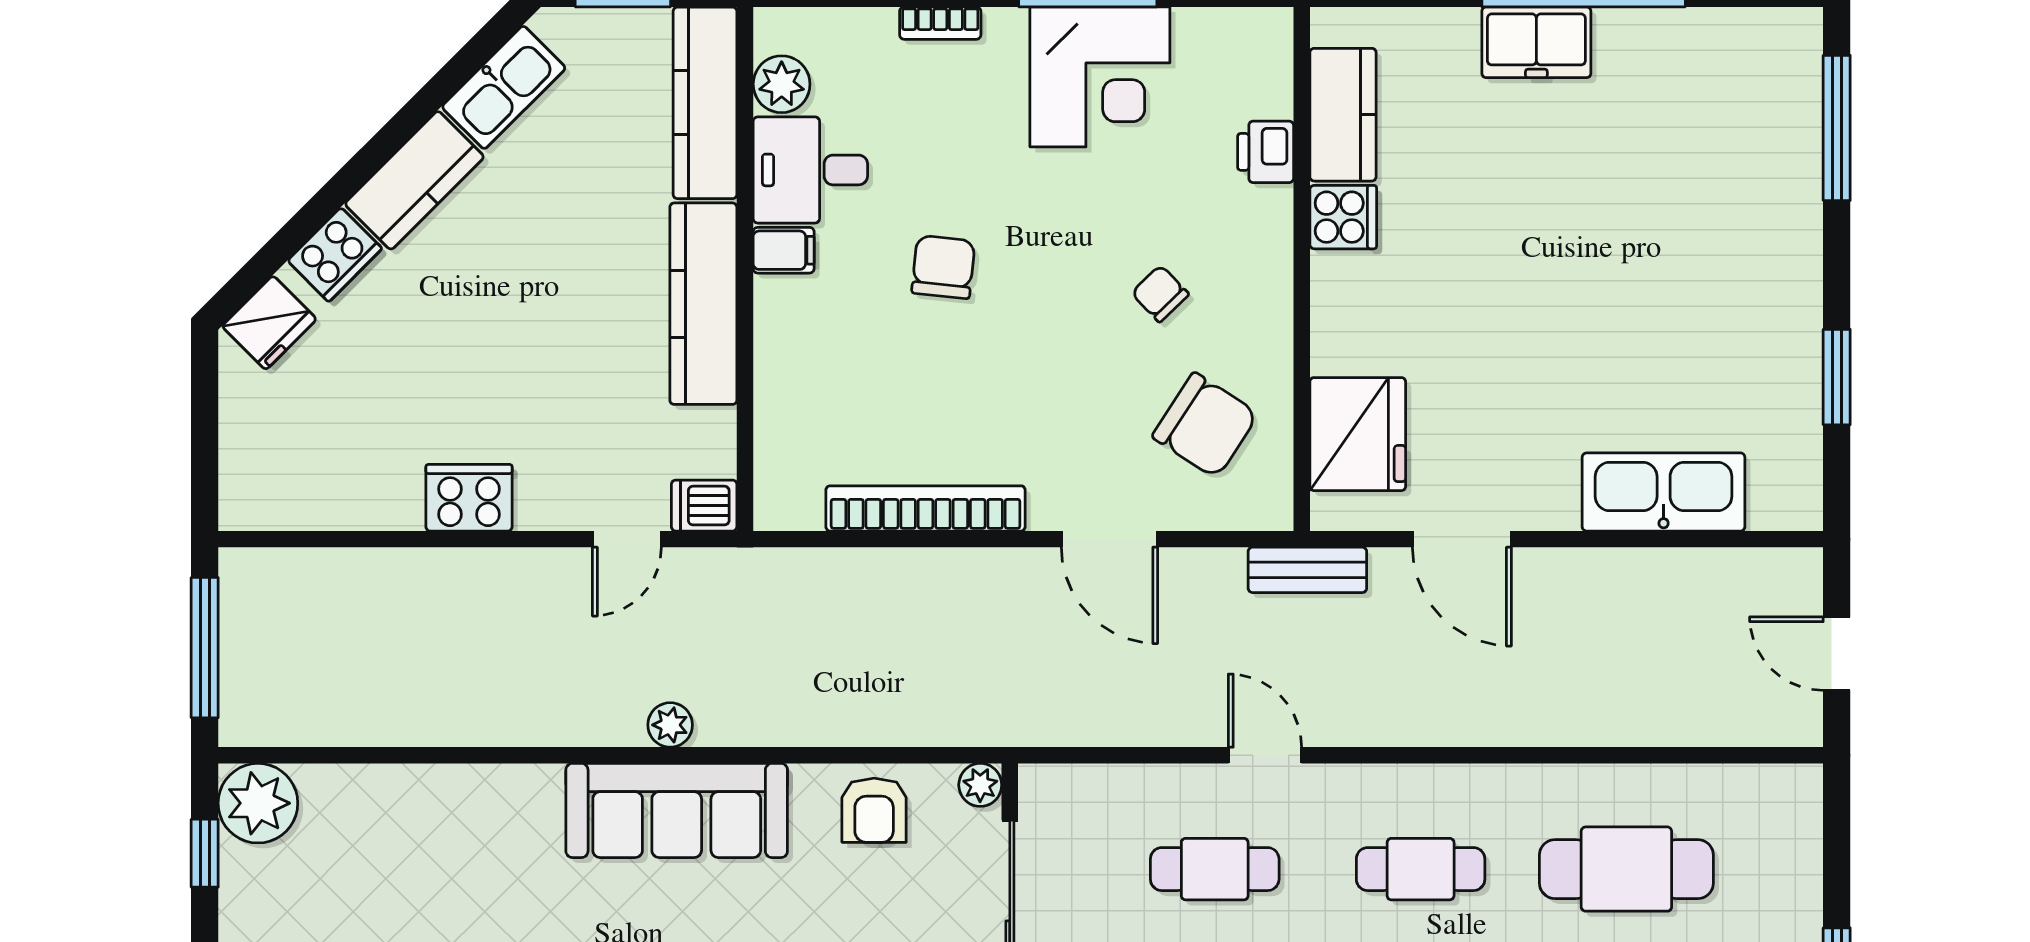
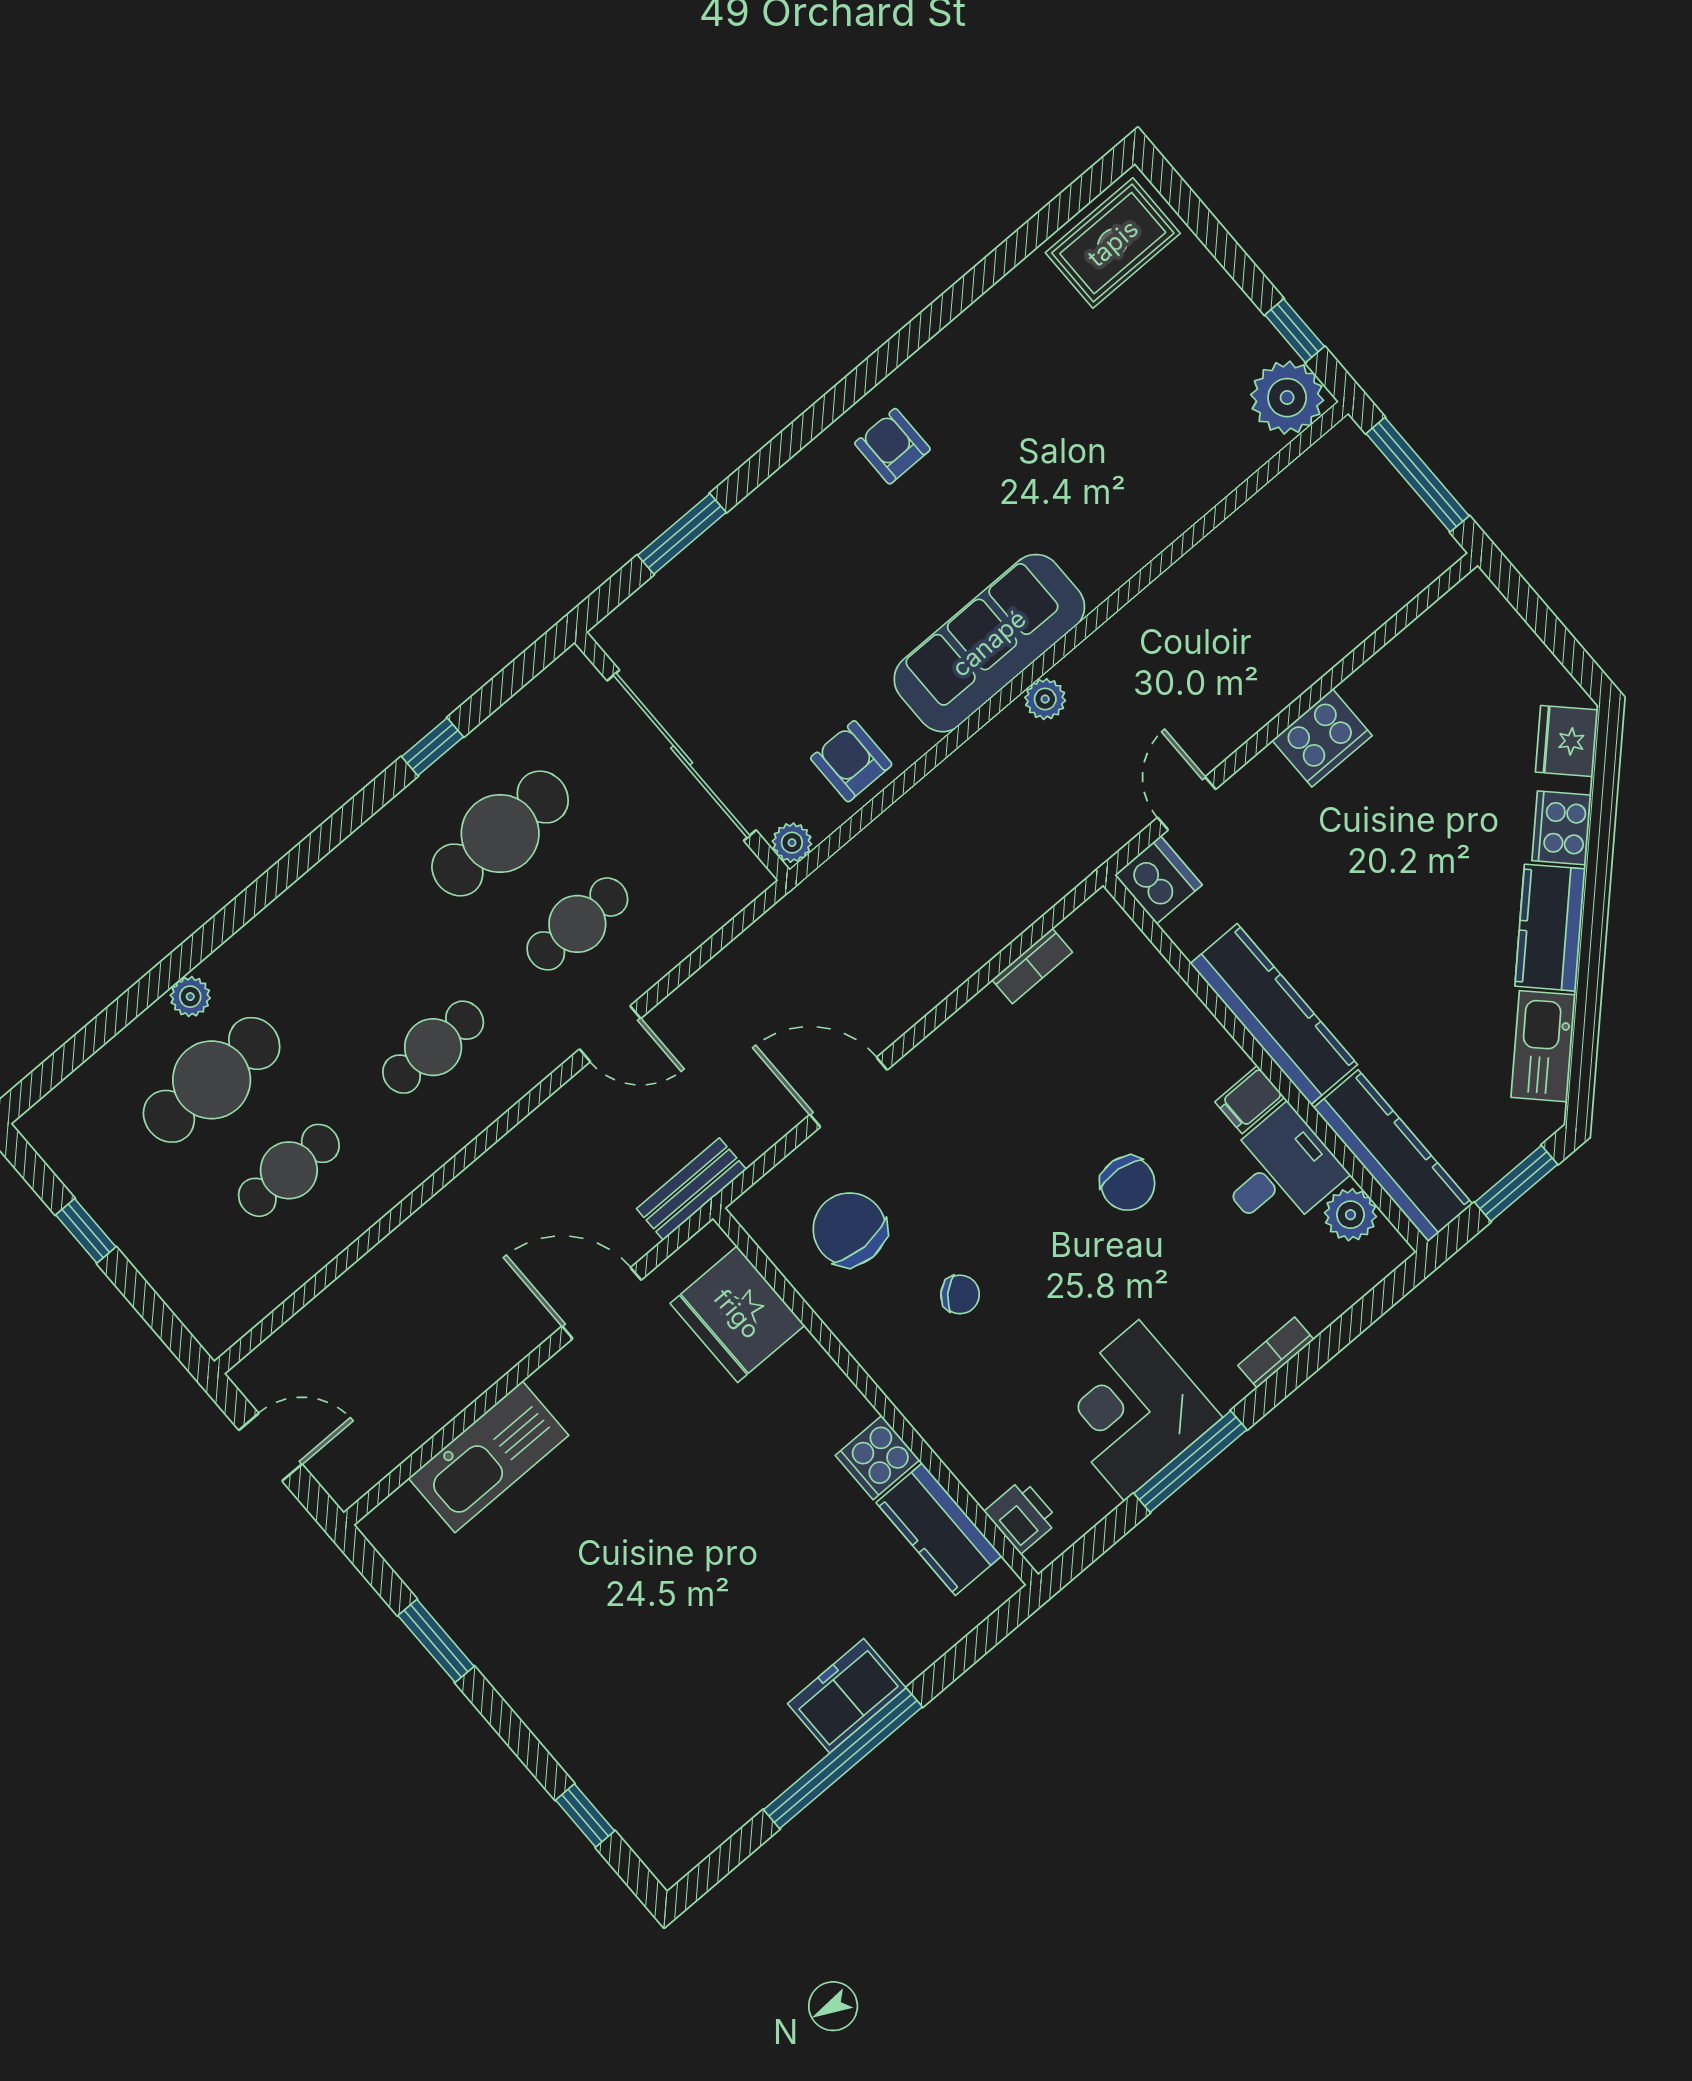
window: (1837, 128) -> (585, 1815), width x0.46
printer: (1266, 152) -> (1022, 1516), moved
chair: (1205, 425) -> (850, 1229), turned 57
dishwasher: (704, 506) -> (1158, 880), width x1.38
bookcase: (926, 508) -> (1032, 966), width x0.43, depth x0.76
cafe table: (1626, 869) -> (289, 1170), width x0.73, depth x0.74

